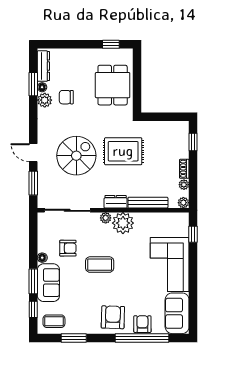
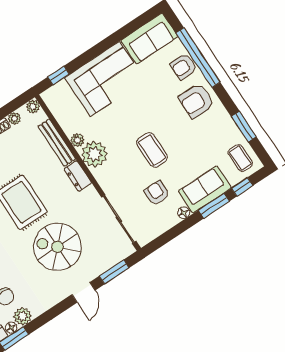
plant: (106, 218) -> (77, 140), moved

